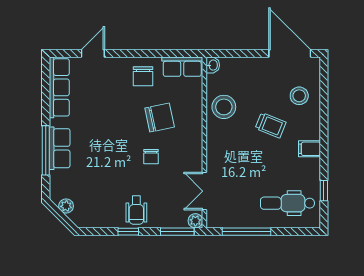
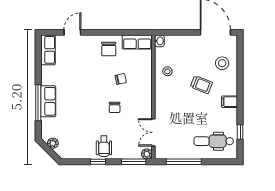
row of seats: (59, 87) -> (48, 50), width x0.68
stool: (224, 107) -> (167, 71), width x0.53, depth x0.53
chair: (160, 118) -> (121, 79), width x0.54, depth x0.54

